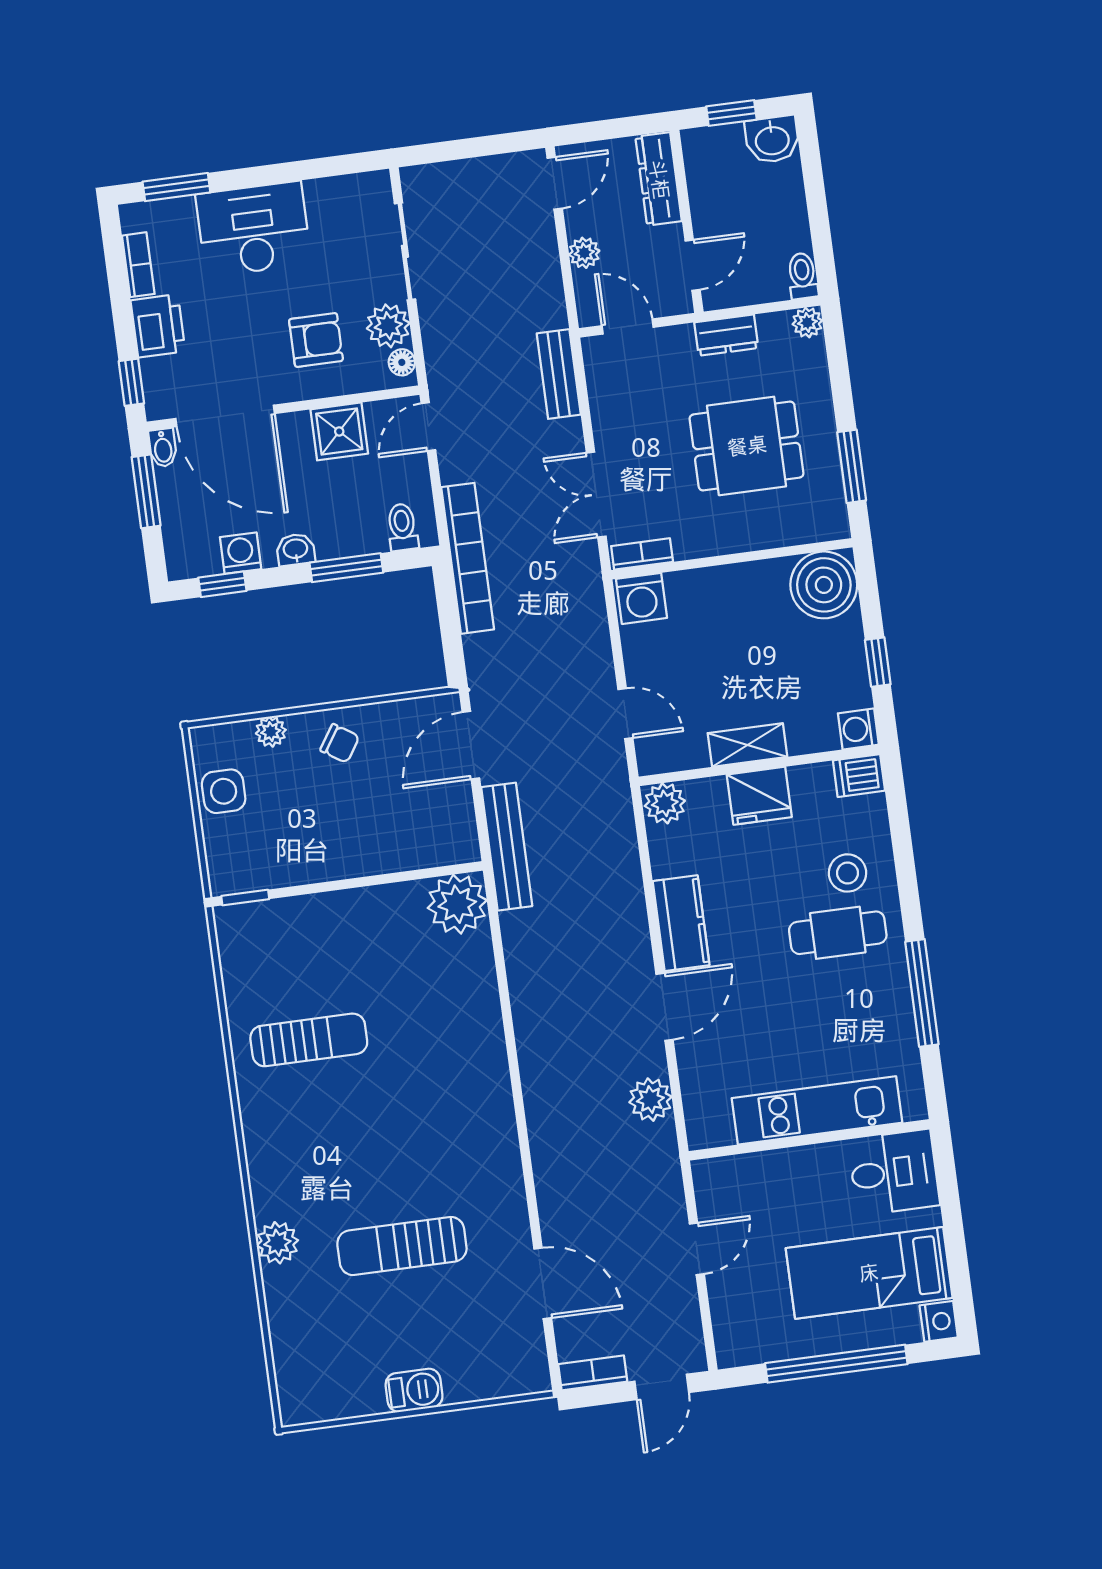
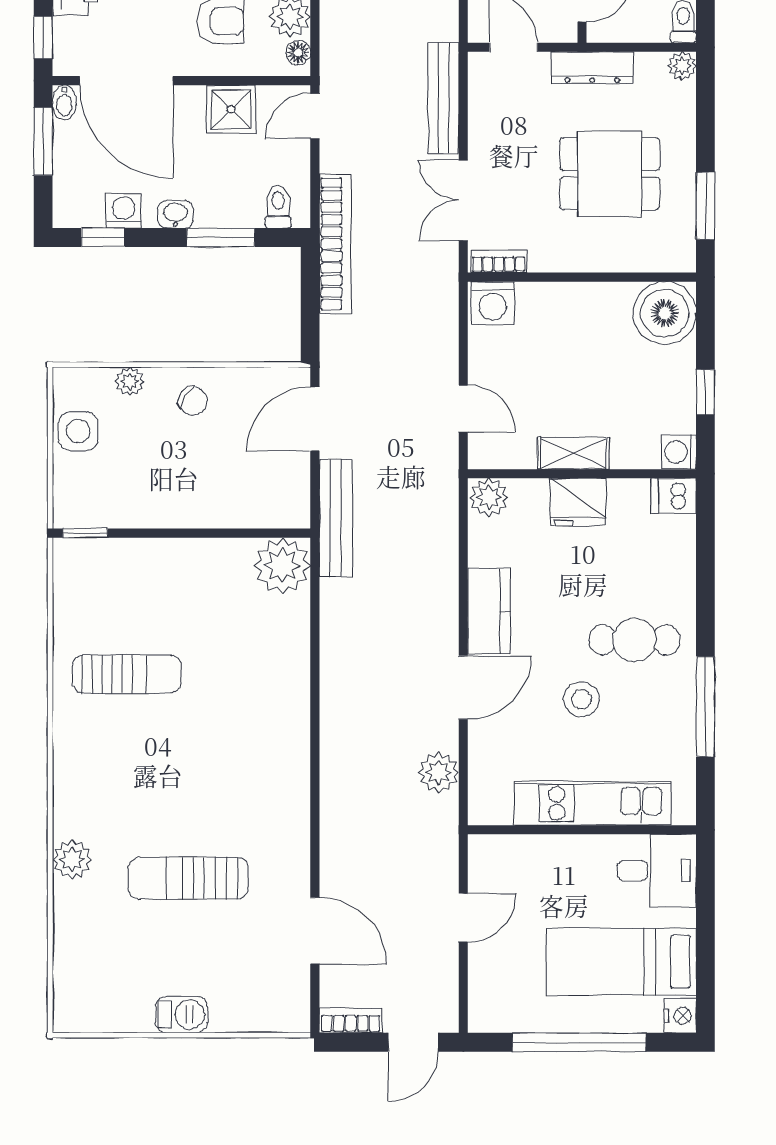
dresser: (726, 335) -> (592, 68), width x1.44
bench: (559, 374) -> (443, 98), width x1.36
stool: (848, 873) -> (581, 699), moved

